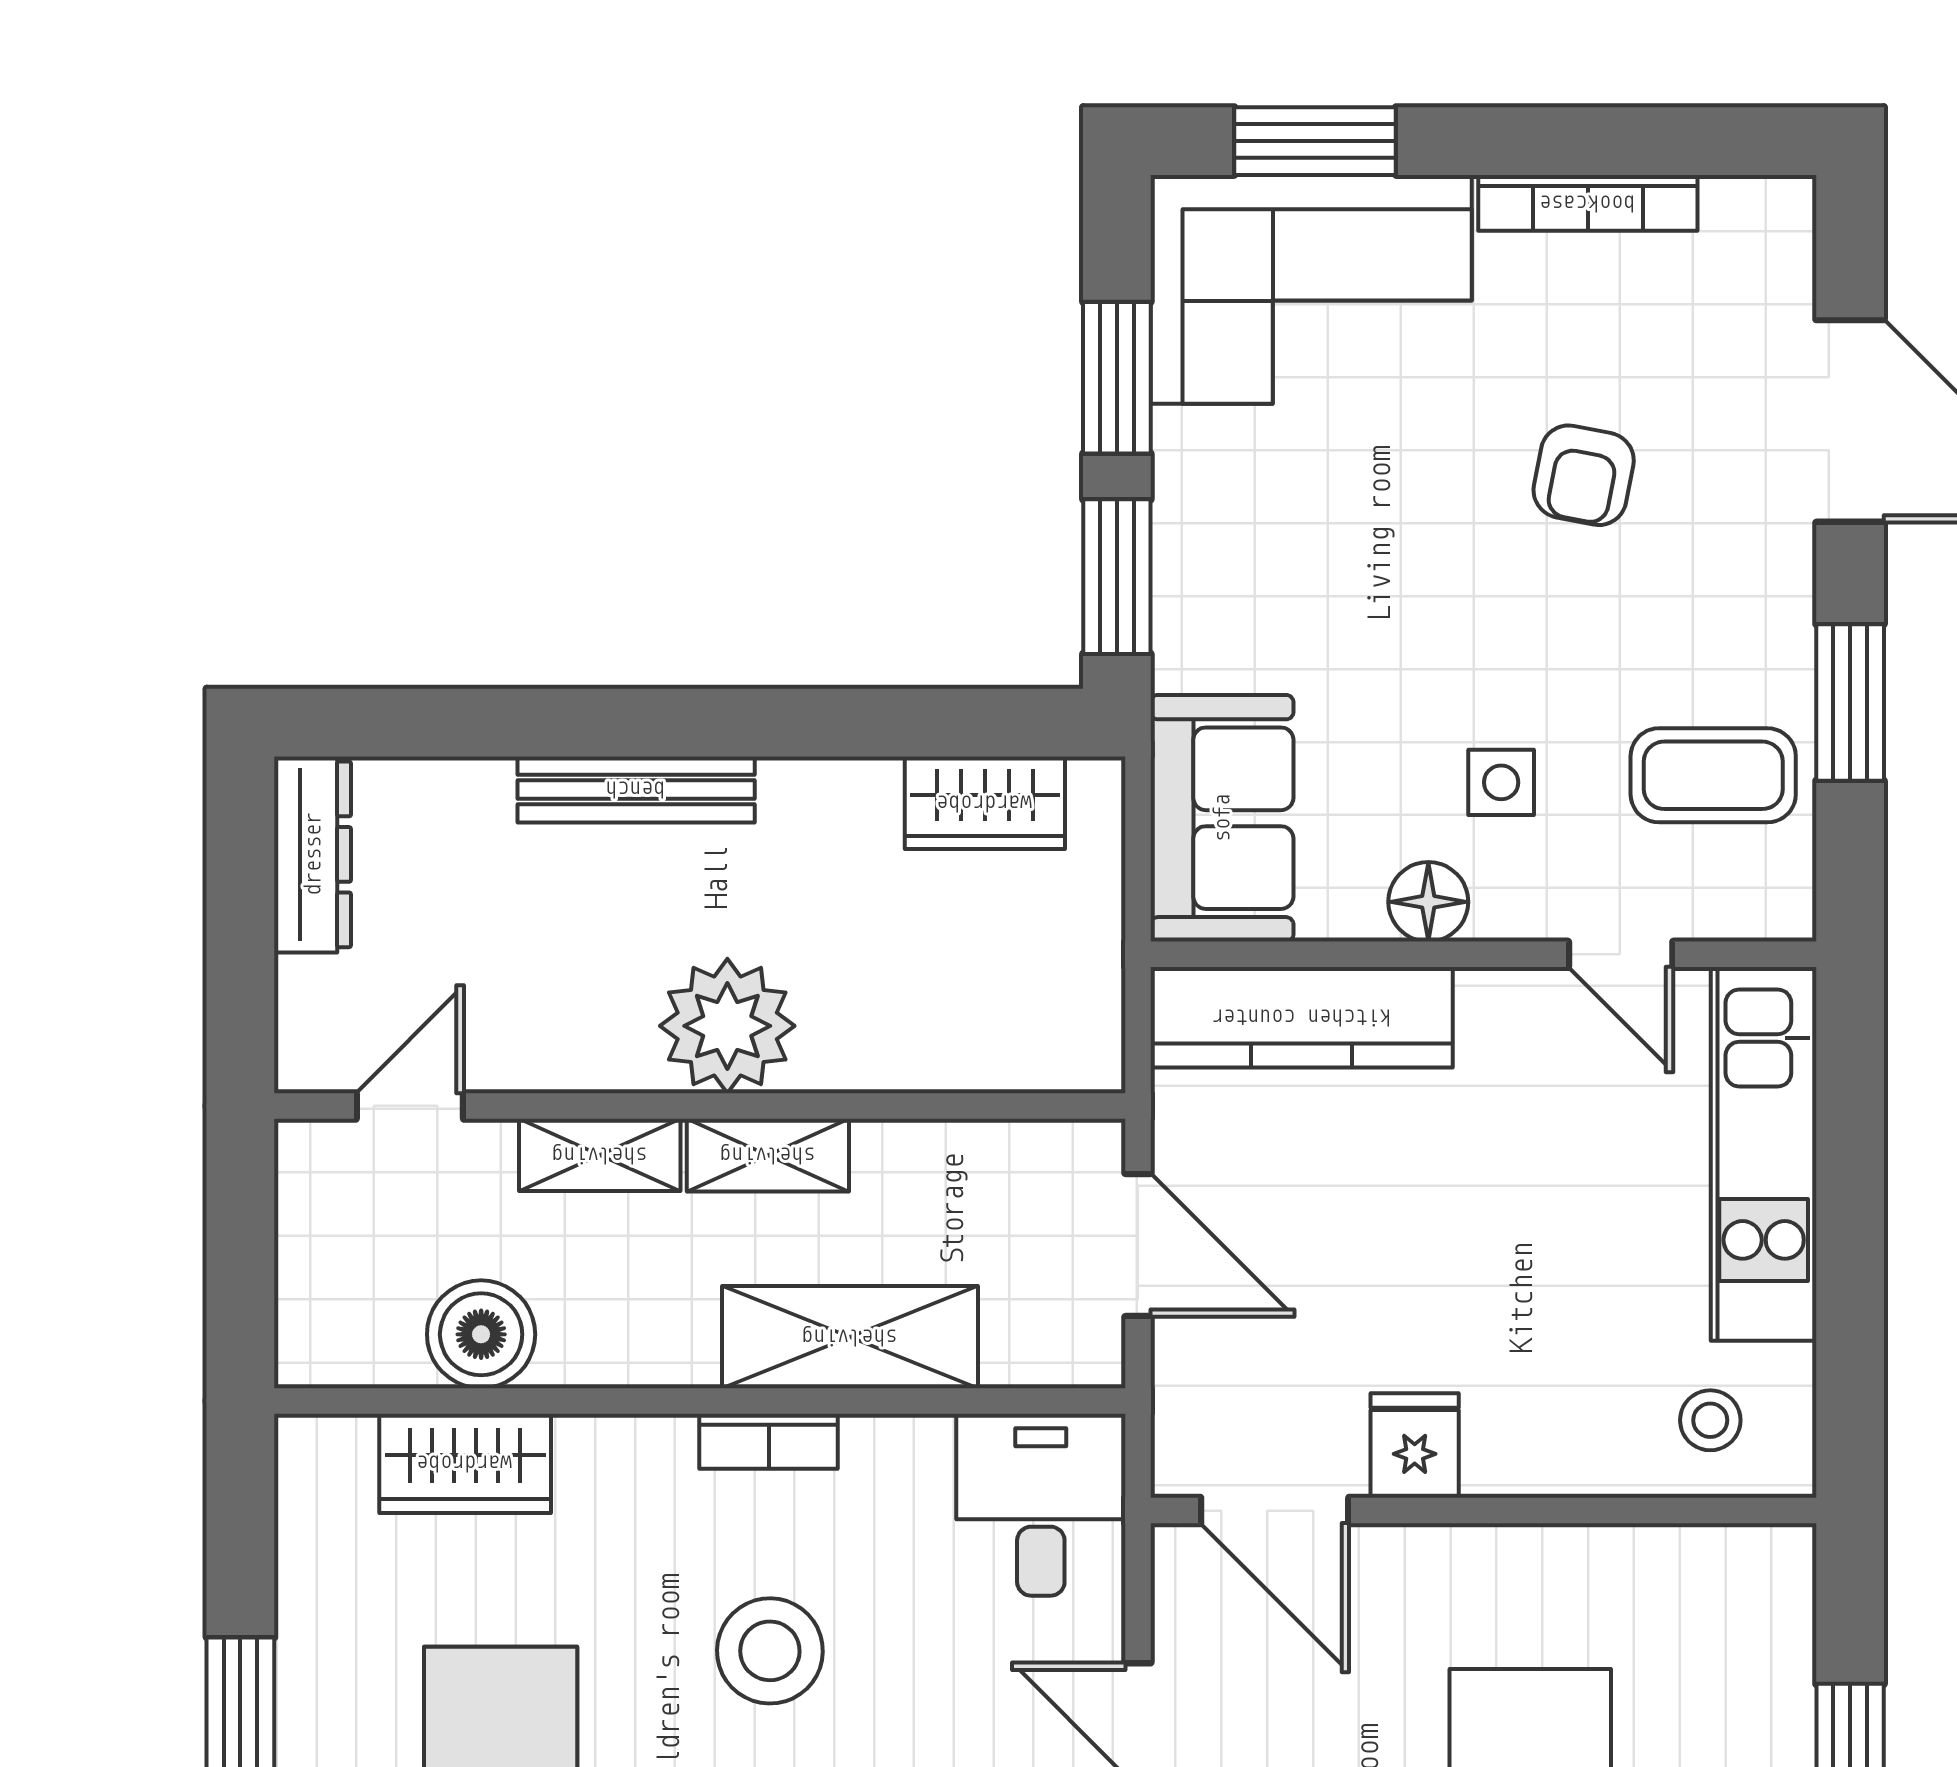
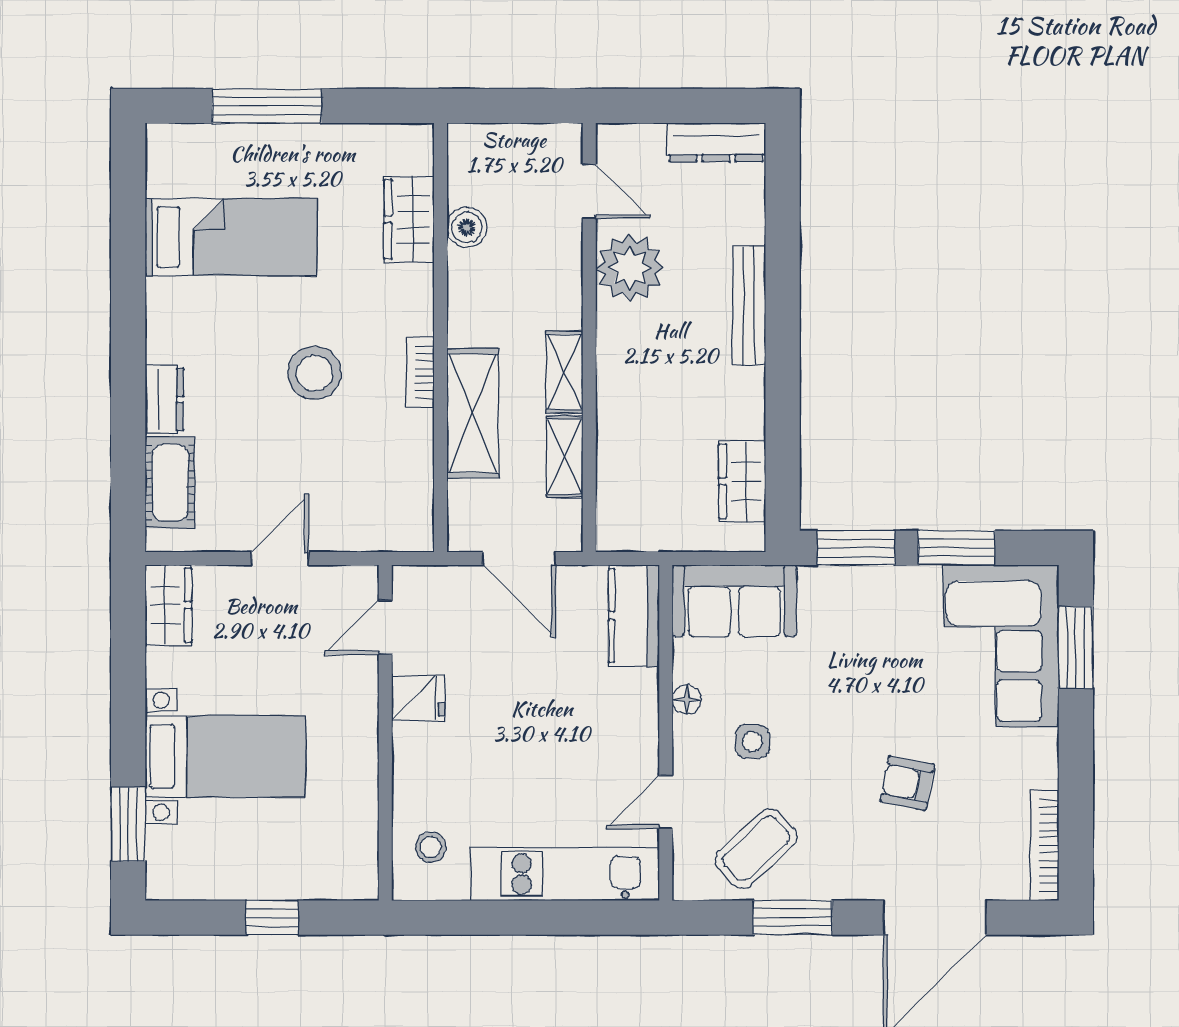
bookcase: (1588, 203) -> (1045, 845), moved
coffee table: (1713, 775) -> (756, 849), turned 47
floor lamp: (1428, 902) -> (687, 699), width x0.73, depth x0.73
kitchen counter: (1302, 1017) -> (634, 616), width x0.67
plant: (727, 1026) -> (630, 268), moved
shelving: (600, 1155) -> (565, 457), moved
door: (1138, 1245) -> (519, 558), hinge flipped
boiler: (481, 1334) -> (467, 227), width x0.73, depth x0.73
desk: (1041, 1505) -> (388, 509), removed
door: (1275, 1511) -> (385, 627), width x0.73

